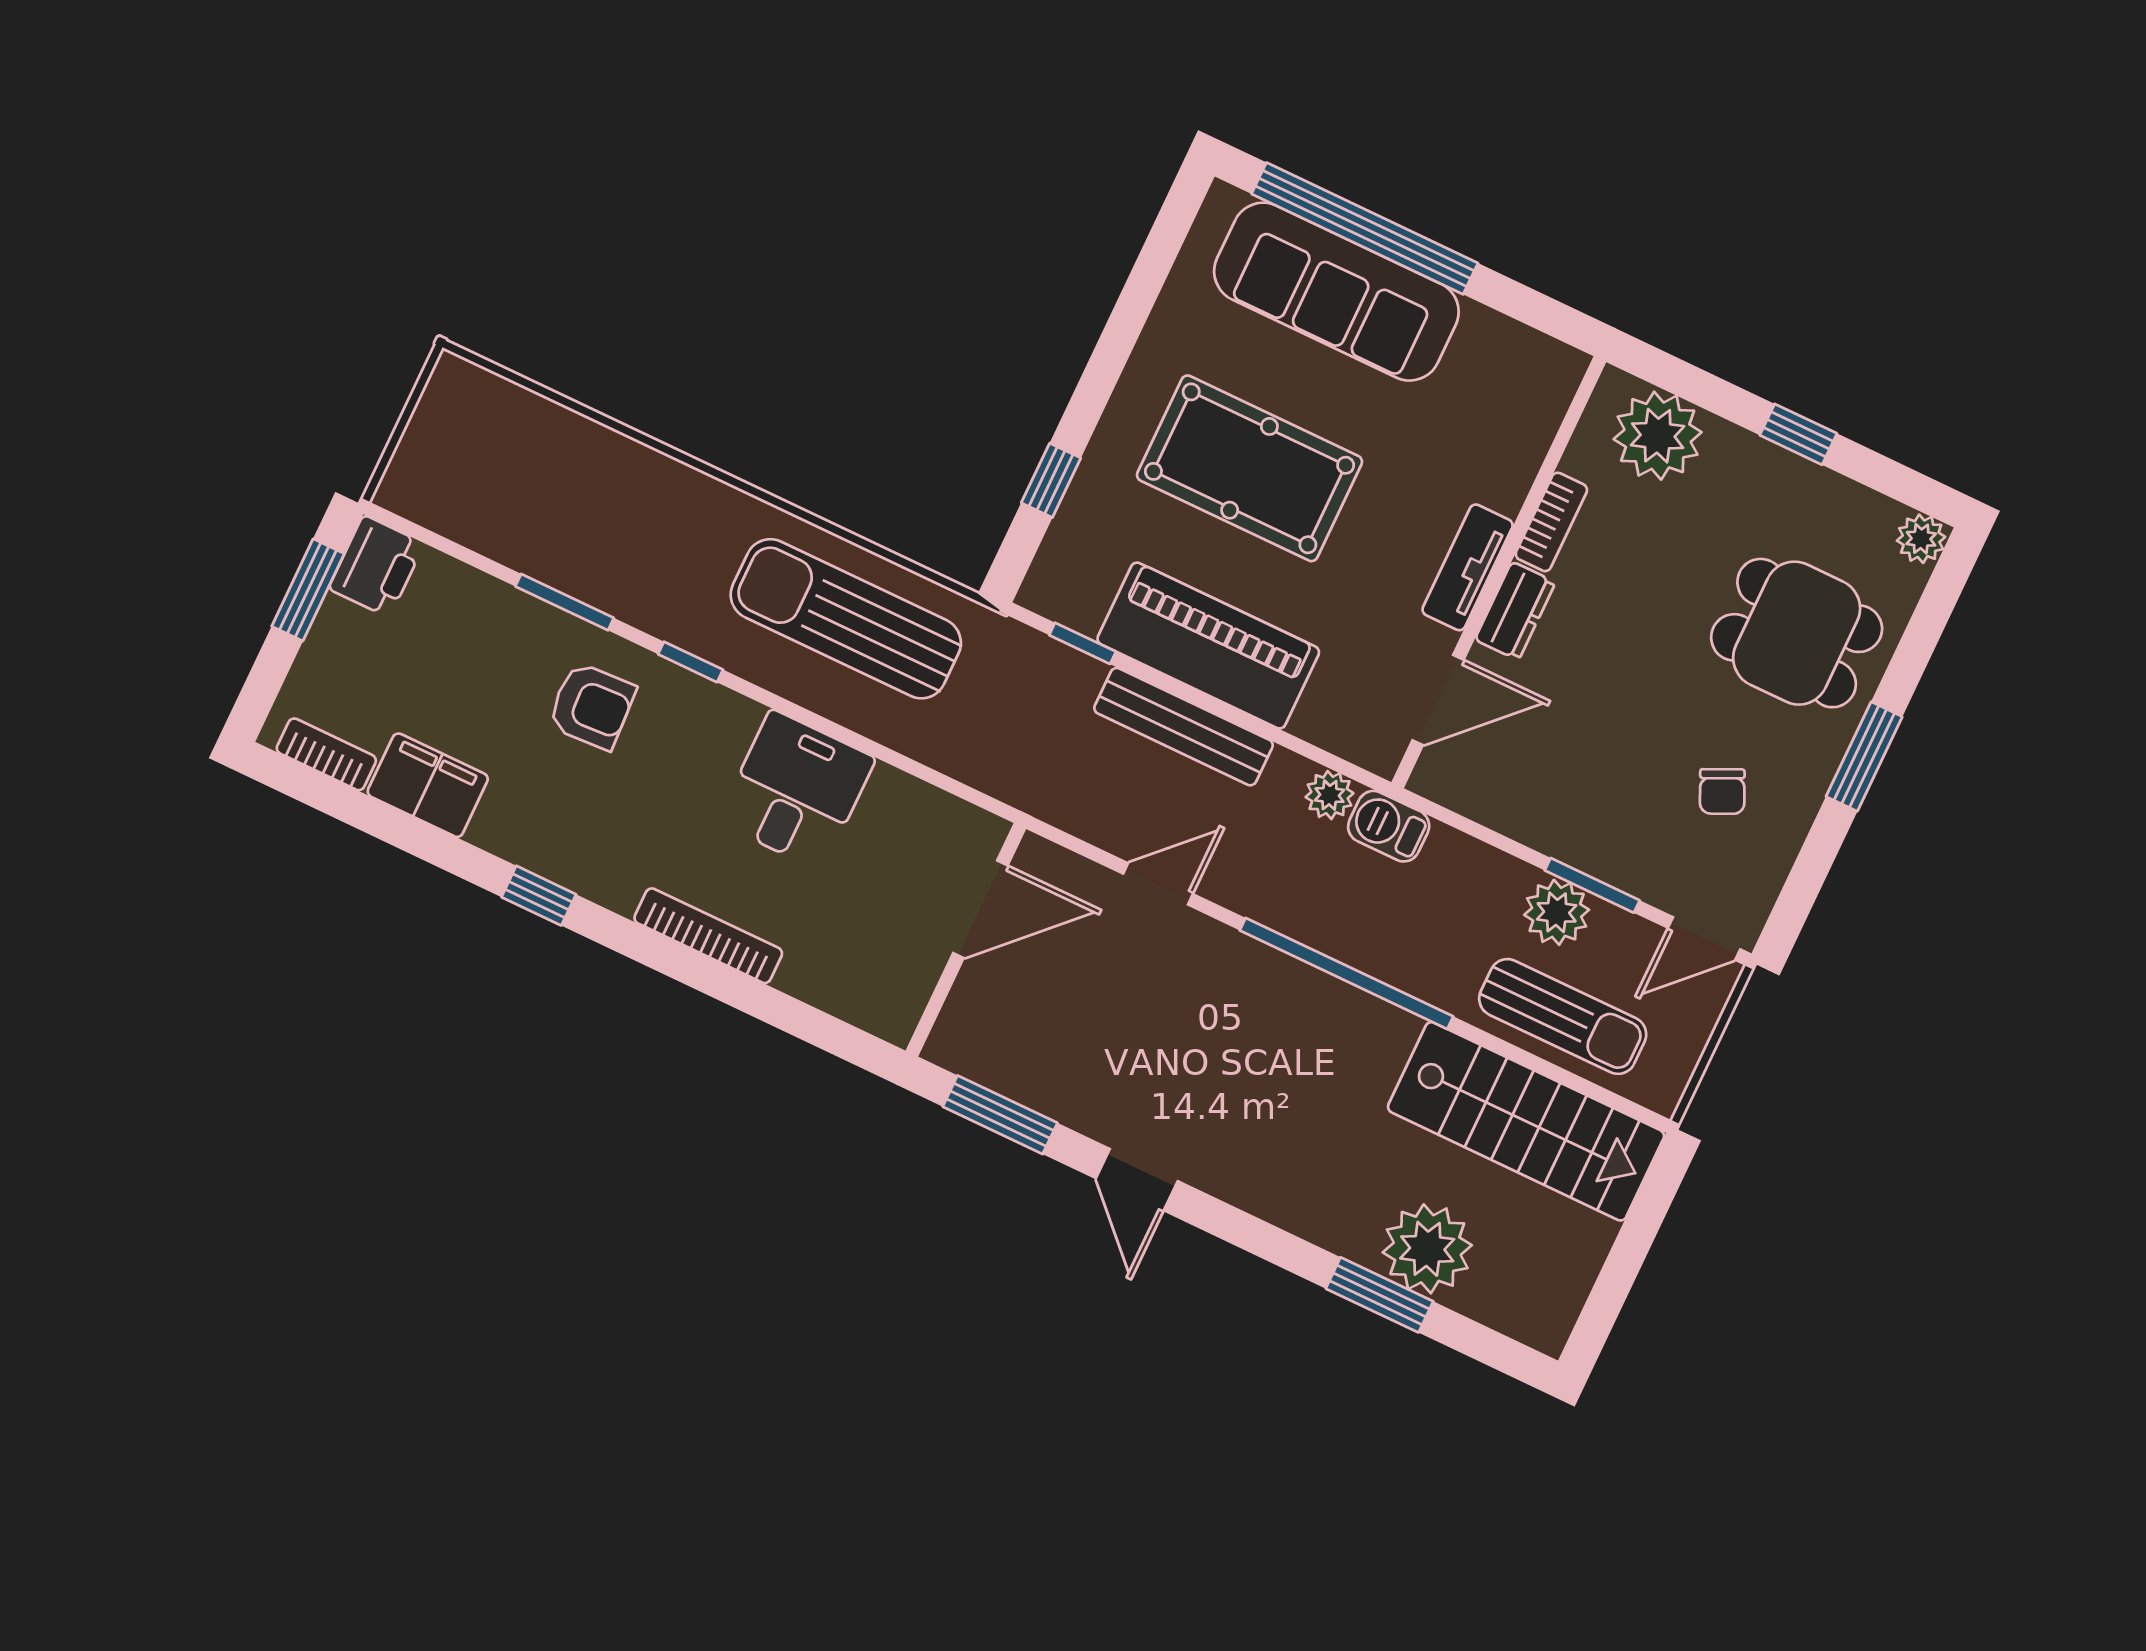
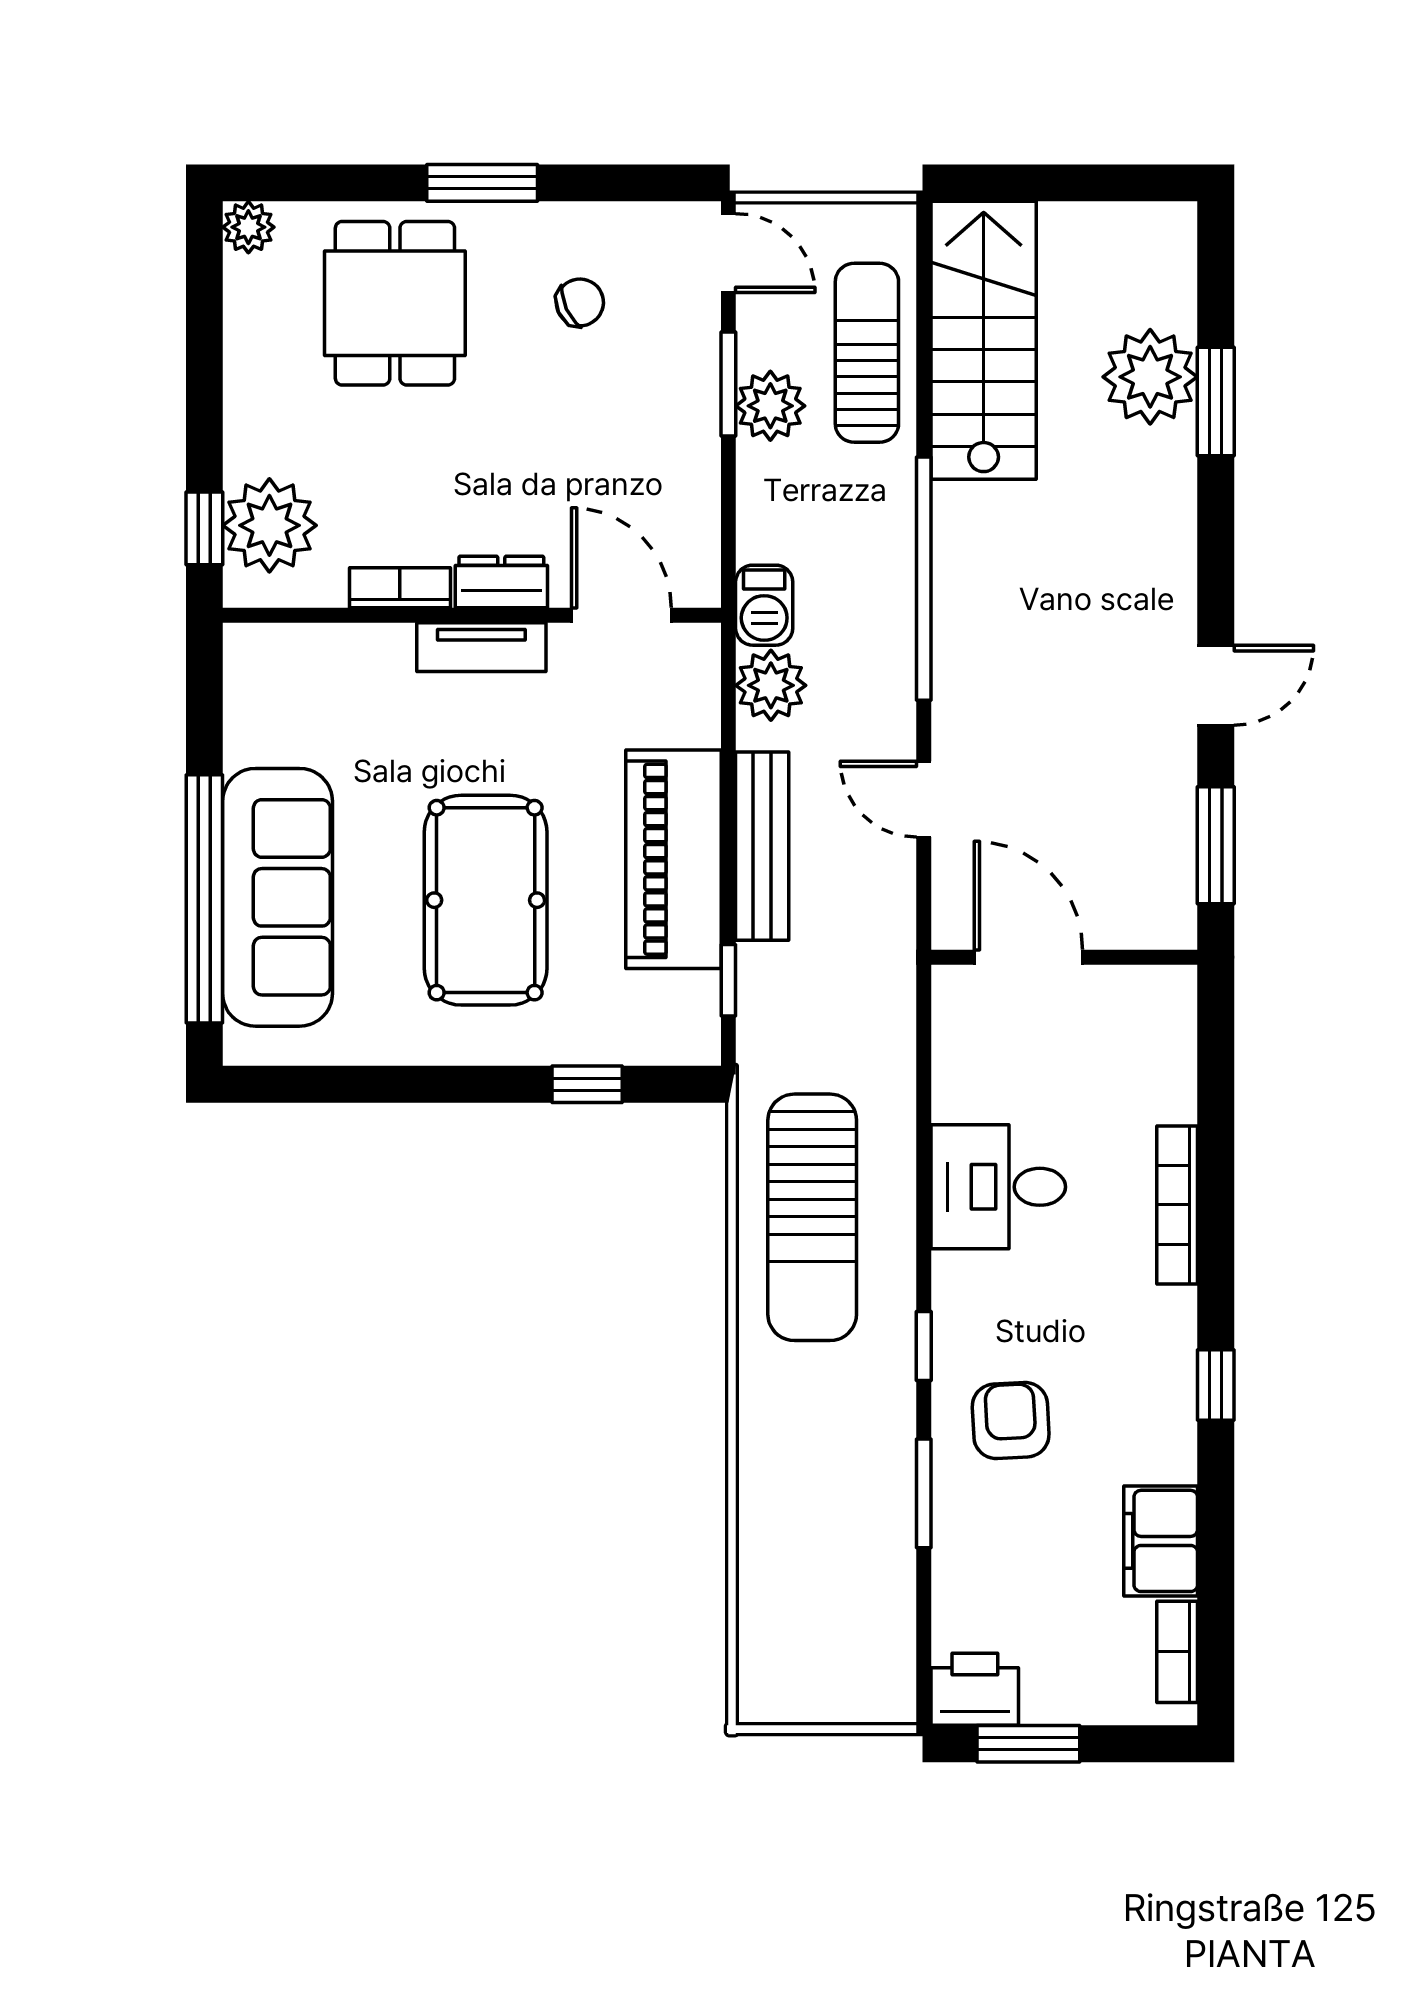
window: (1798, 434) -> (204, 528), moved
plant: (1330, 795) -> (771, 685), width x1.38, depth x1.38

